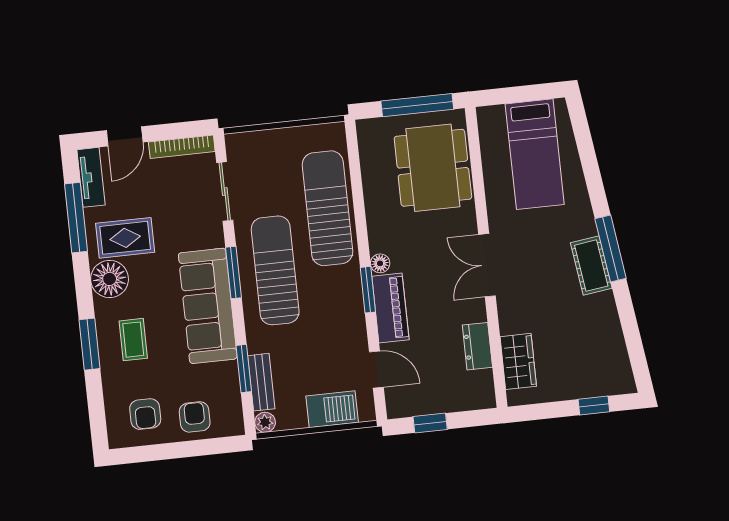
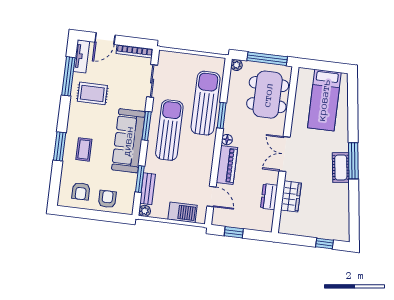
plant: (366, 129) -> (237, 65), added
floor lamp: (110, 279) -> (79, 114), removed
window: (368, 290) -> (222, 115), moved
wardrobe: (518, 361) -> (291, 196), moved

